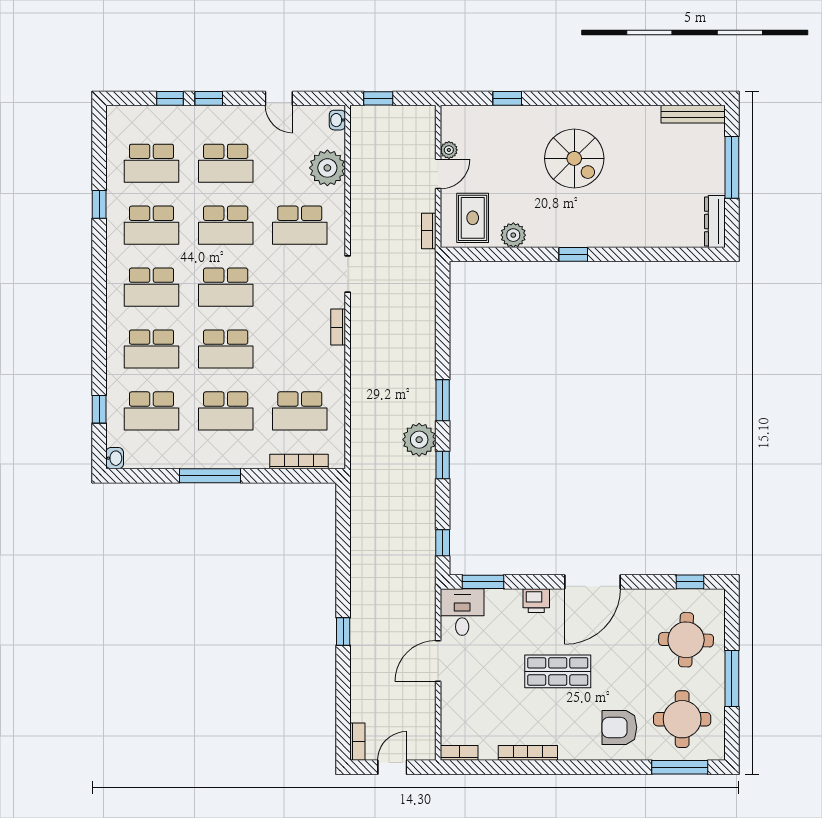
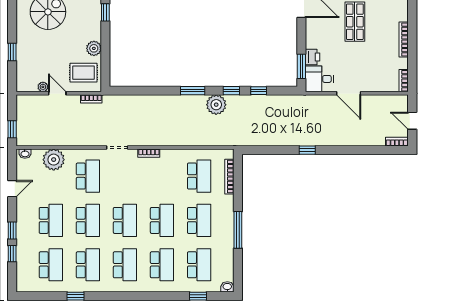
window: (443, 543) -> (259, 91), moved
printer: (536, 601) -> (313, 57), moved
window: (343, 631) -> (307, 150), moved

